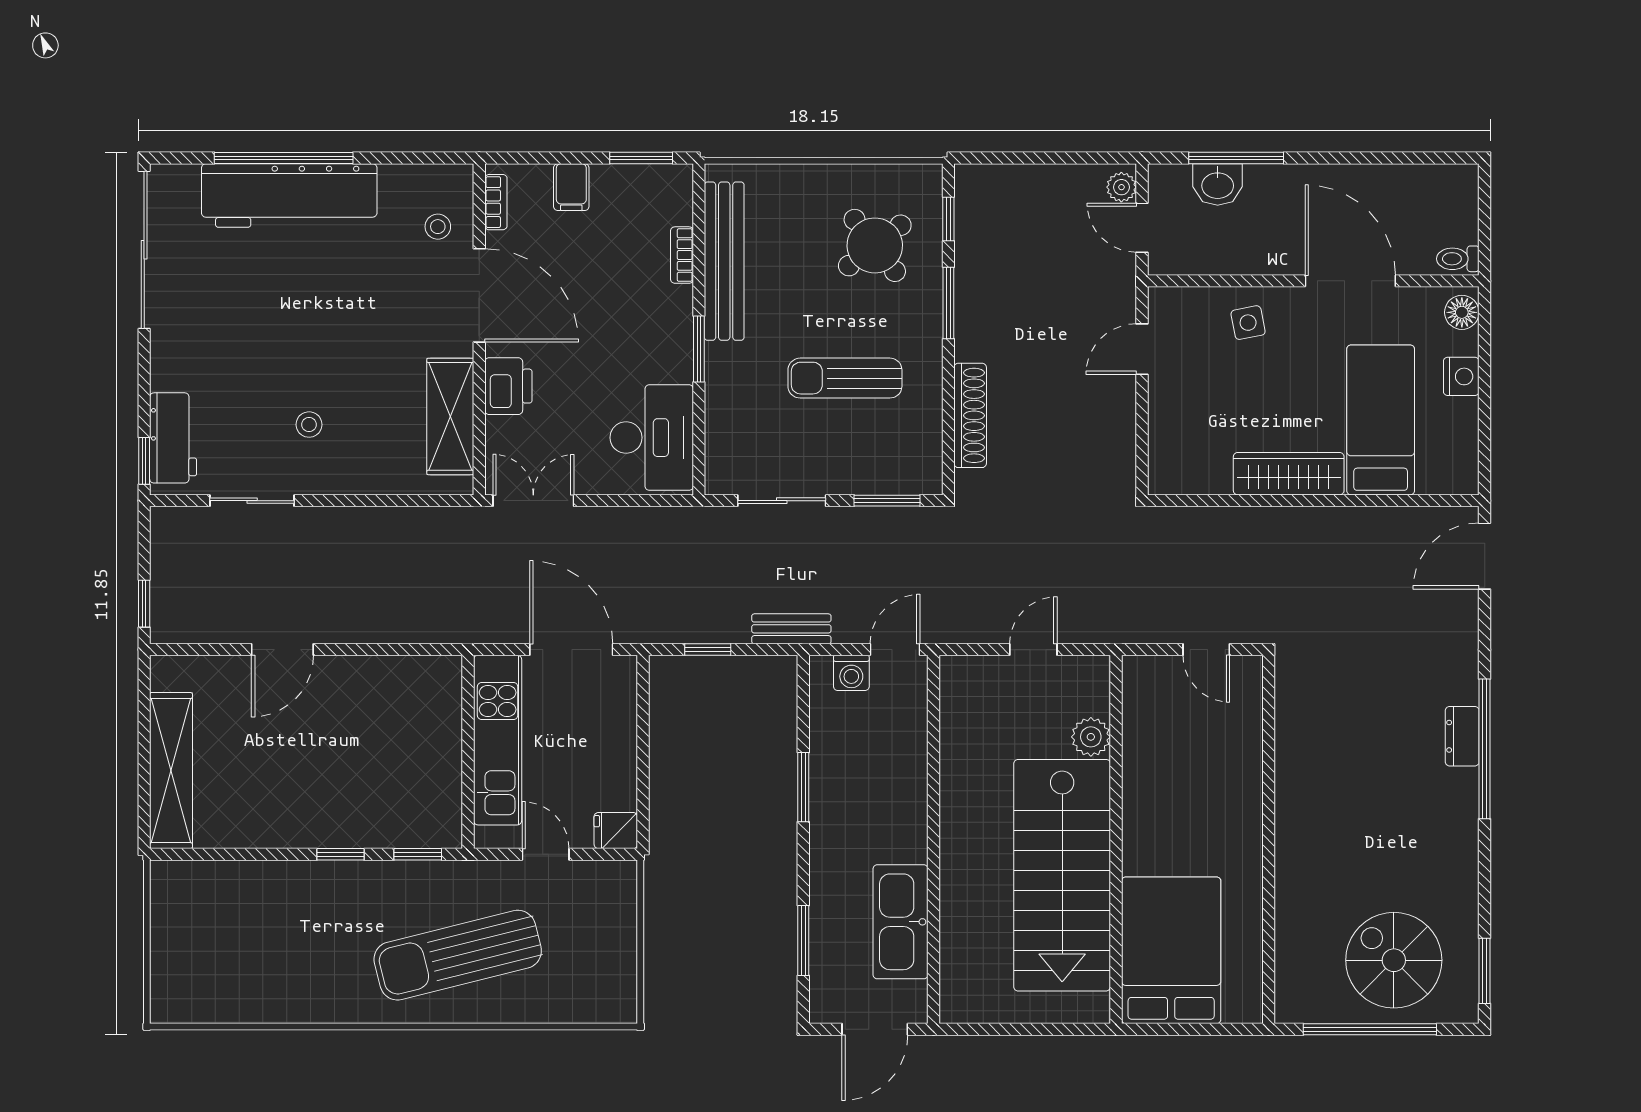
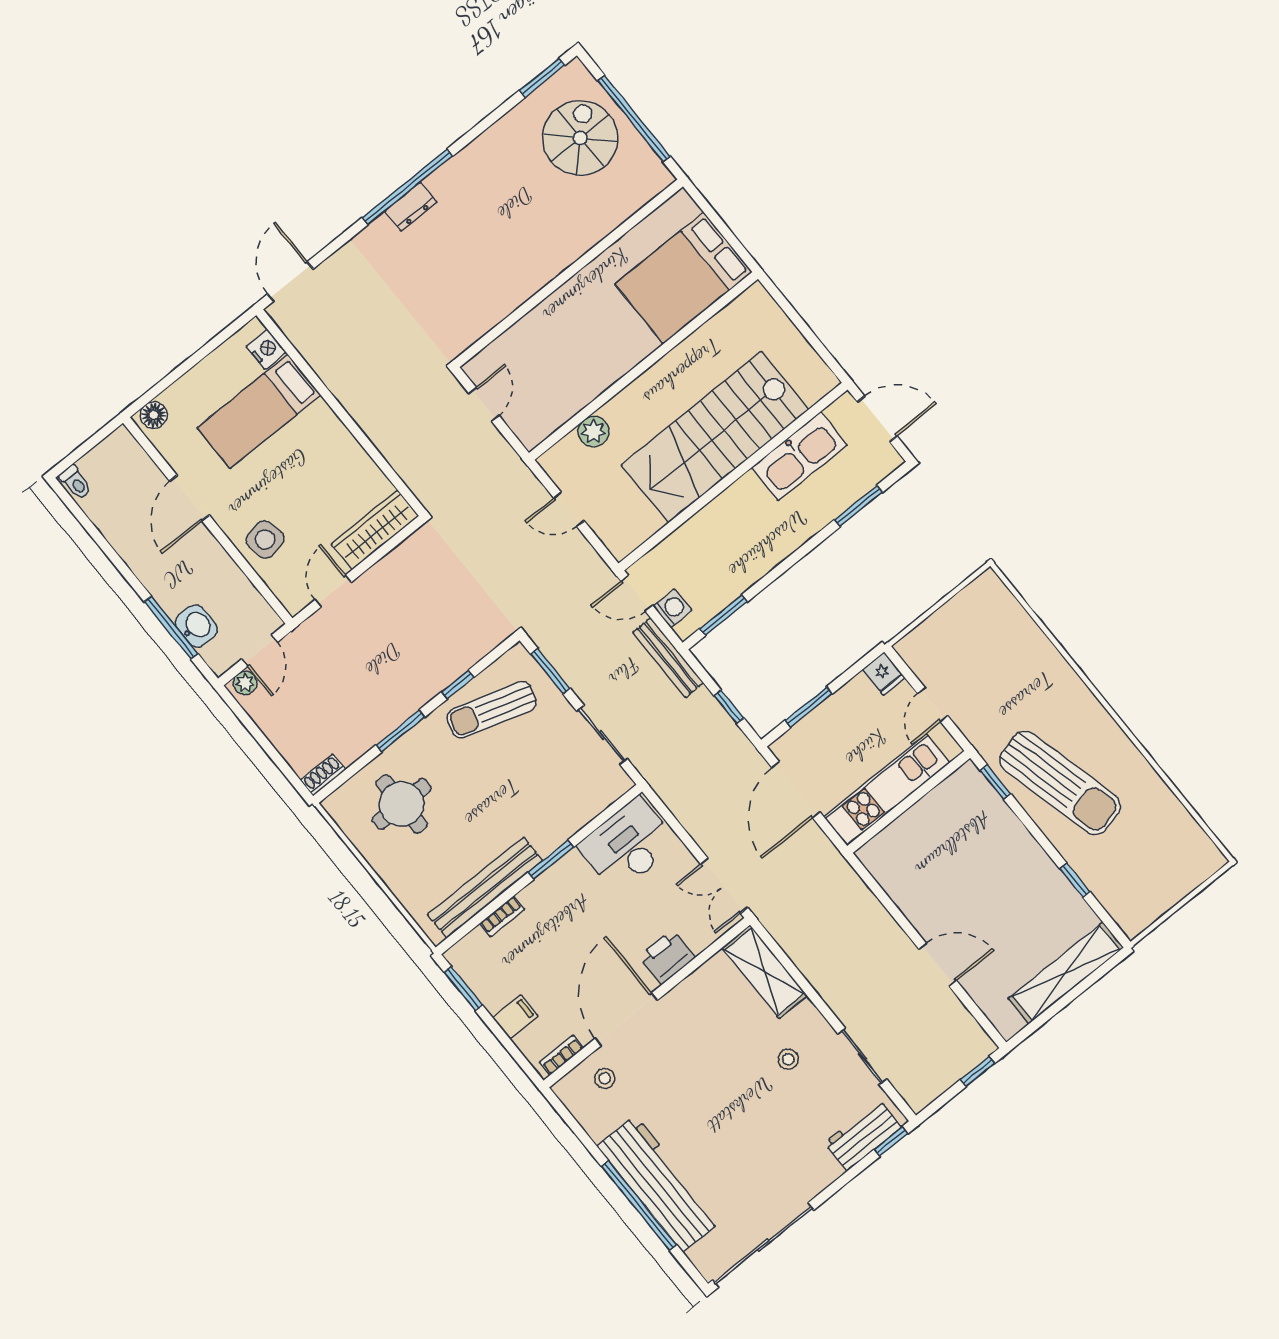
window: (948, 219) -> (458, 685), moved
round table: (875, 245) -> (402, 804), turned 38
toilet: (1458, 259) -> (76, 482), moved
door: (1350, 281) -> (190, 498), width x0.73
side table: (1248, 323) -> (265, 540), width x1.37, depth x1.37
door: (1142, 349) -> (333, 591), swing flipped
nightstand: (1461, 376) -> (266, 349), moved, turned 90
sun lounger: (845, 378) -> (492, 710), moved, turned 107
shoe rack: (970, 415) -> (323, 775), moved, width x0.51, depth x0.81
shelving: (450, 416) -> (765, 972), moved, turned 90
wardrobe: (1289, 474) -> (375, 530), moved, turned 90
door: (1485, 556) -> (290, 282), swing flipped
bench: (791, 629) -> (668, 658), width x1.36
window: (643, 729) -> (809, 707), added
window: (803, 787) -> (724, 615), moved
window: (341, 854) -> (1075, 880), moved
stairs: (1062, 875) -> (715, 437), moved, turned 180
sun lounger: (458, 955) -> (1060, 783), moved
spiral stairs: (1394, 960) -> (580, 138), turned 180

